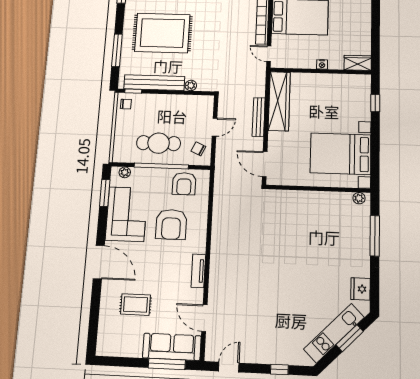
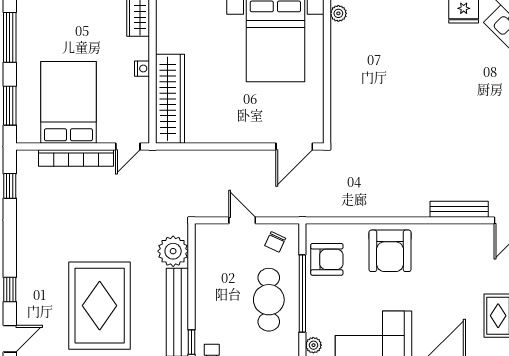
plant: (191, 85) -> (173, 251), width x1.87, depth x1.87
wardrobe: (279, 101) -> (170, 99), moved, turned 90
bench: (259, 117) -> (459, 209), moved
armchair: (171, 224) -> (390, 251), moved, turned 90
tv unit: (198, 271) -> (449, 232), removed

